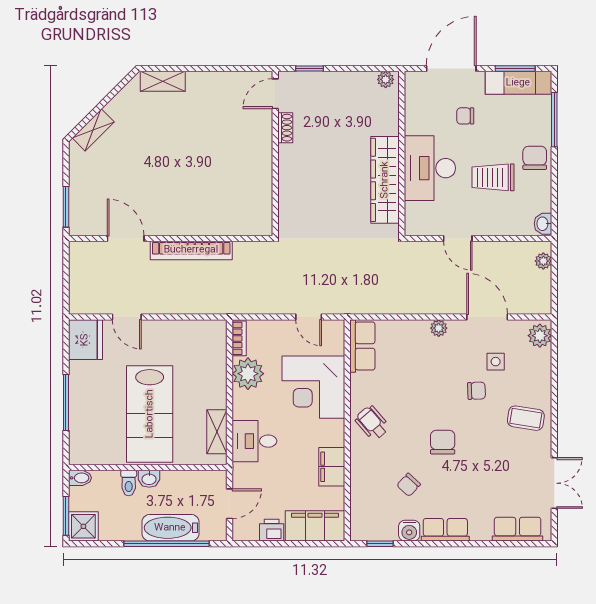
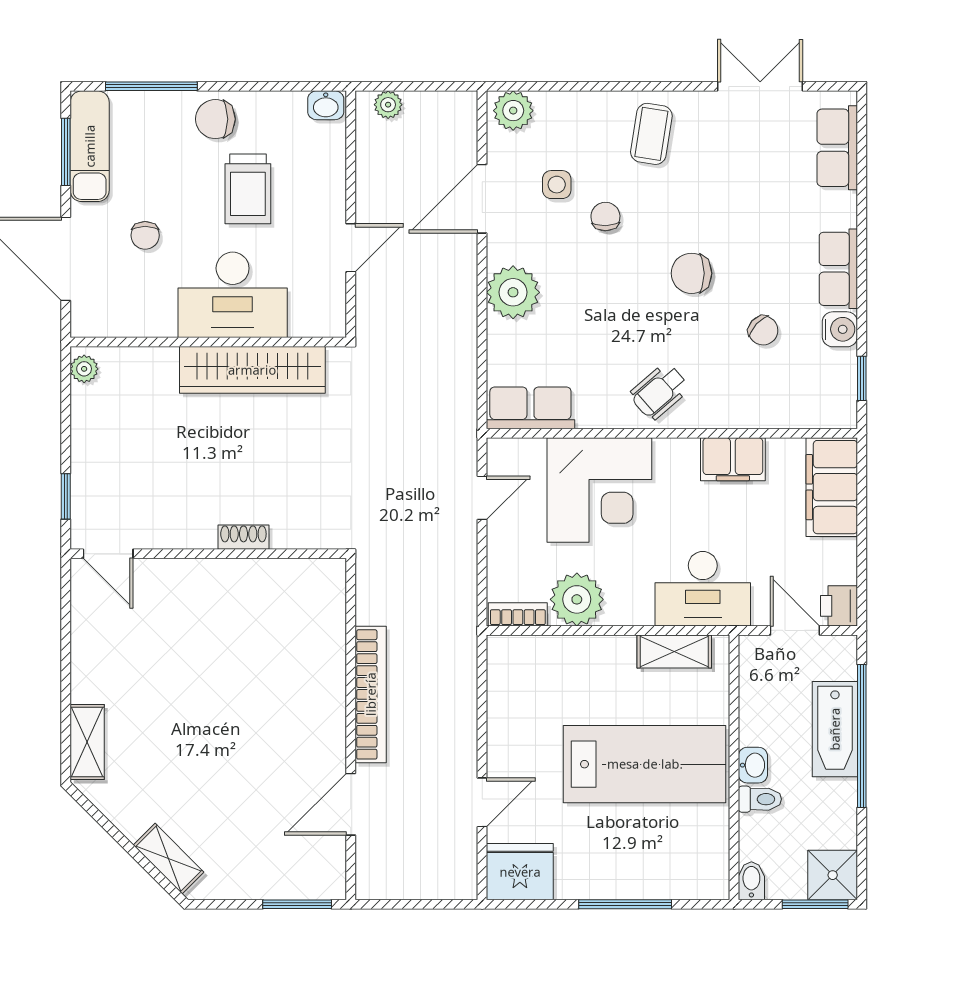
shoe rack: (285, 128) -> (243, 537), moved
plant: (439, 328) -> (513, 292), width x1.87, depth x1.87
desk: (254, 441) -> (703, 589), width x1.37
printer: (272, 530) -> (839, 606), moved

